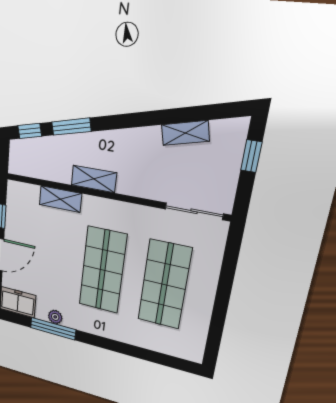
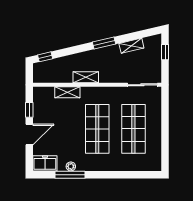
window: (71, 127) -> (104, 43), moved

